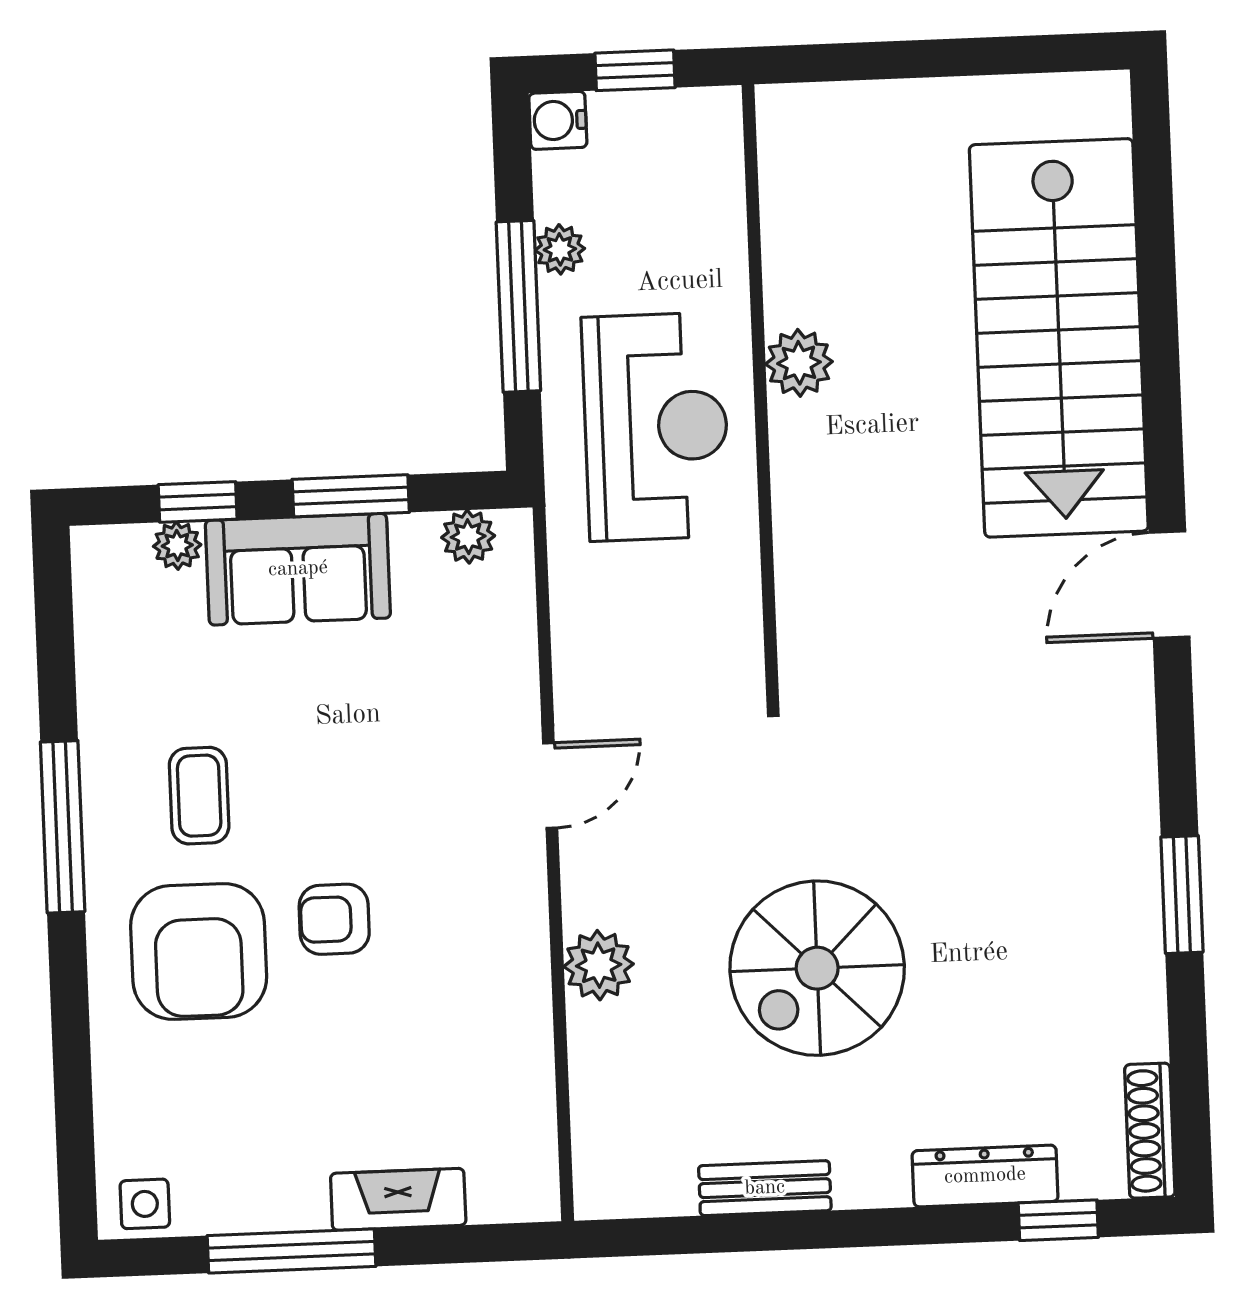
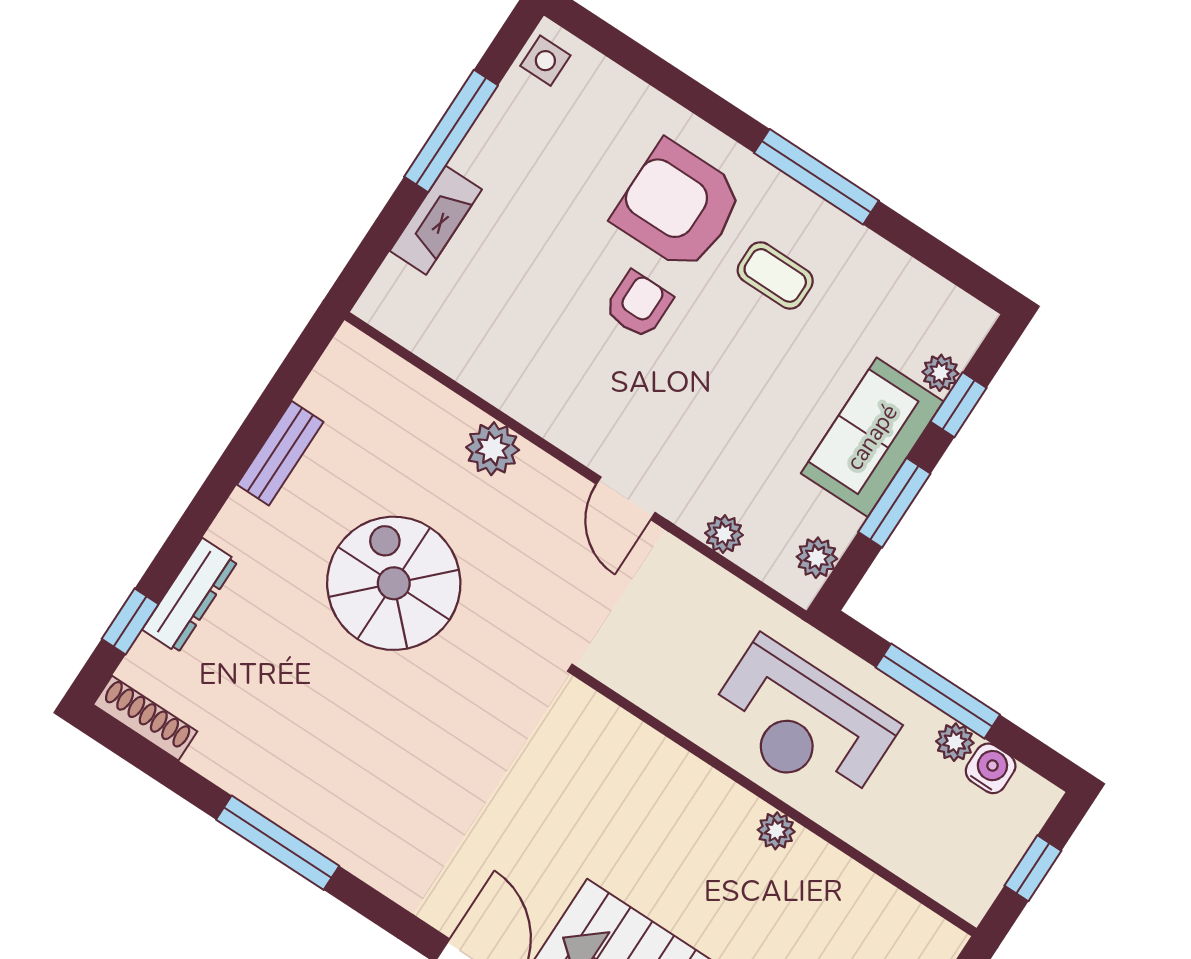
water cooler: (558, 120) -> (991, 768), moved
plant: (799, 363) -> (776, 831), width x0.73, depth x0.73
plant: (514, 654) -> (724, 534), added
window: (1182, 895) -> (278, 843), width x1.44

